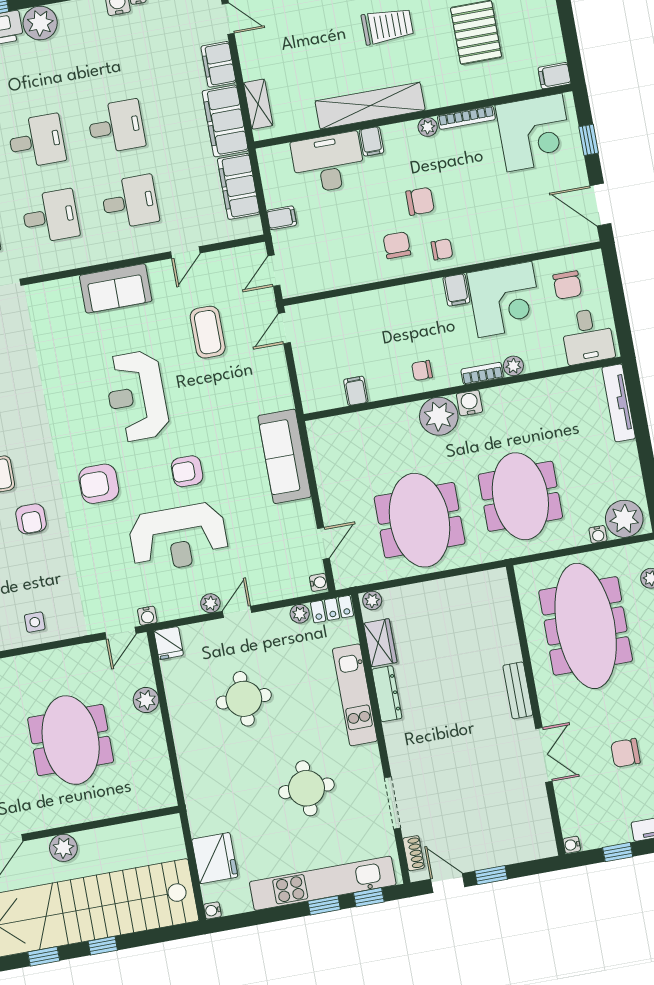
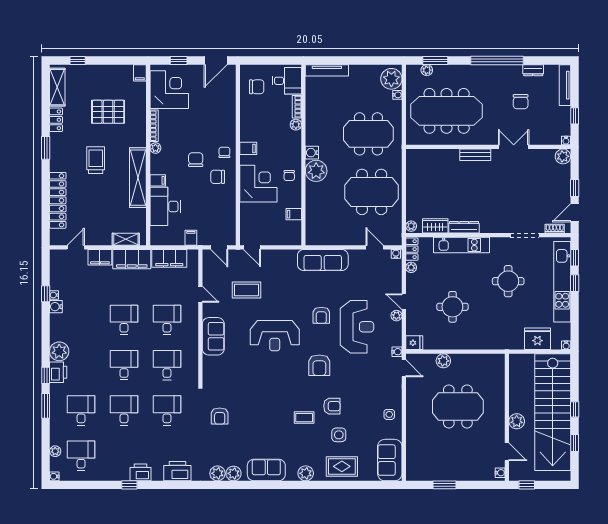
corner desk: (505, 299) -> (258, 184), moved
bookcase: (482, 373) -> (297, 107), moved
plant: (543, 845) -> (563, 156), added

